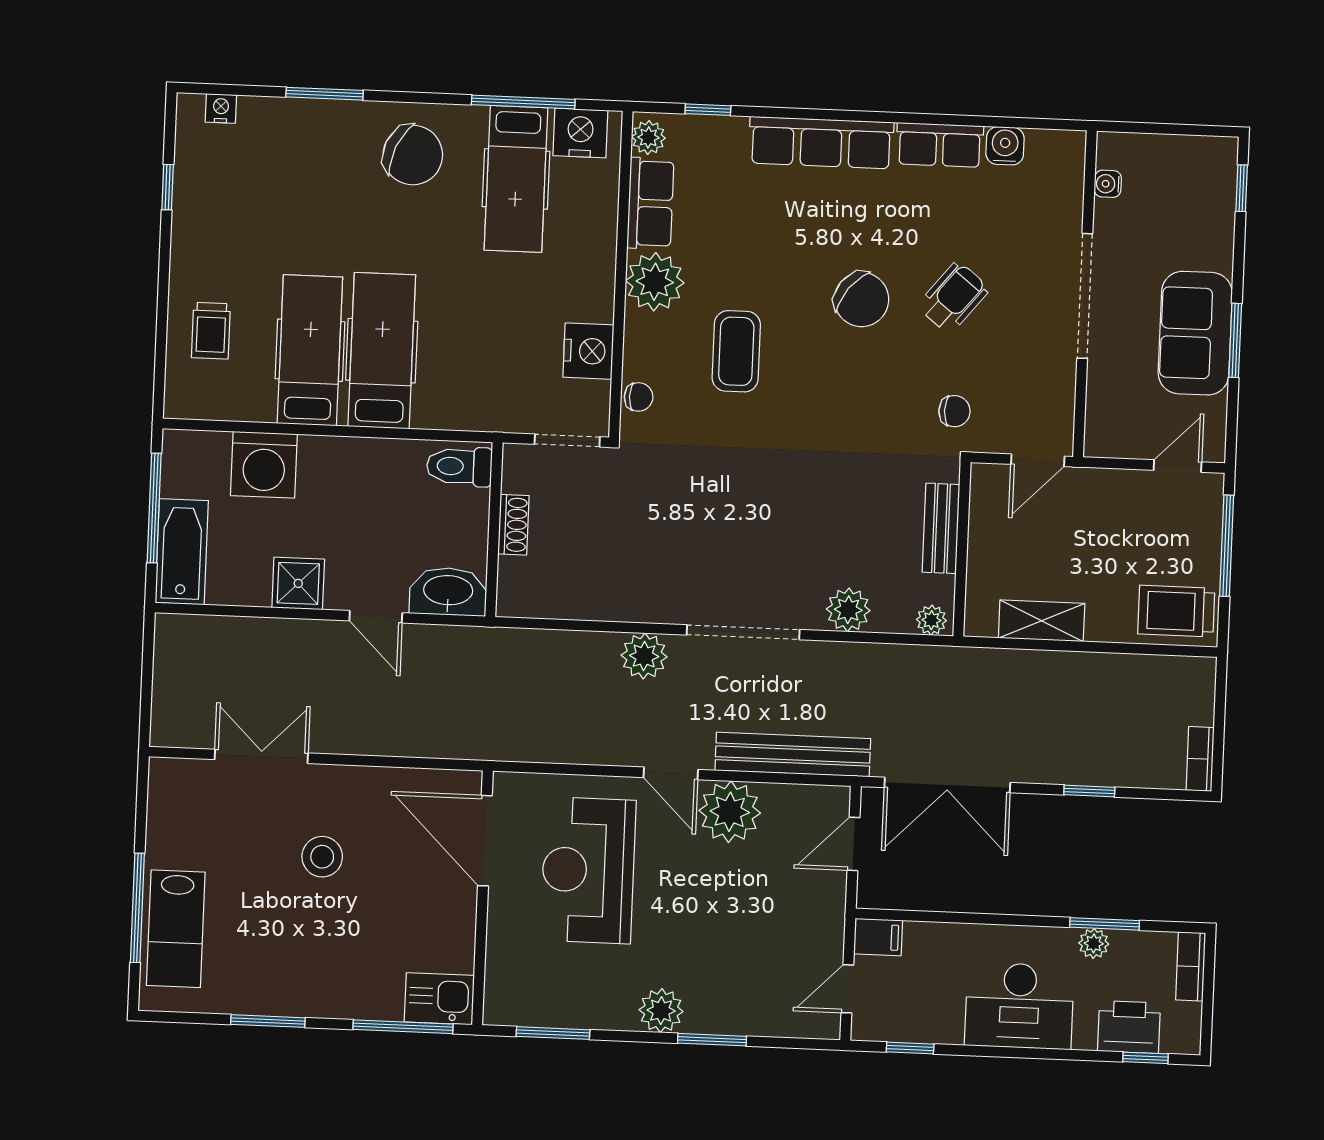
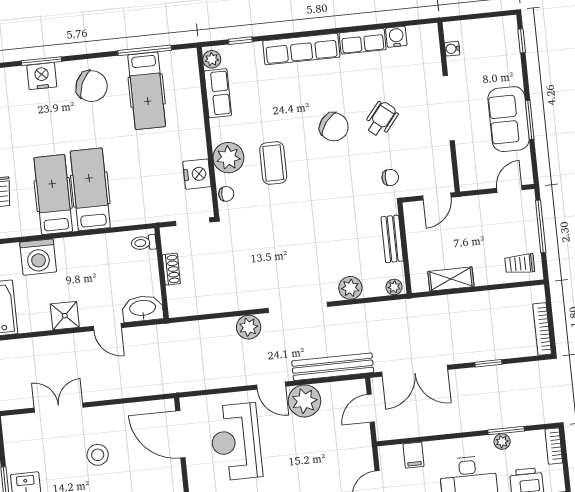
nightstand: (580, 133) -> (42, 76), moved
plant: (655, 282) -> (228, 158), moved
toilet: (459, 466) -> (144, 243), width x0.73, depth x0.72
trolley: (1176, 611) -> (520, 264), width x0.73, depth x0.72
bookcase: (1200, 759) -> (542, 329), width x1.56
filing cabinet: (878, 937) -> (414, 455), moved, turned 90

